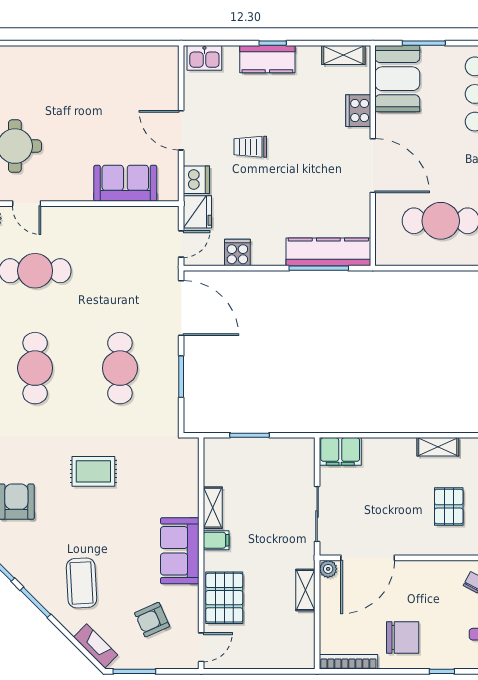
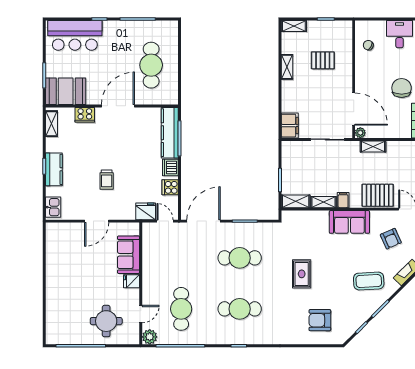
dishwasher: (196, 180) -> (170, 167), moved, turned -90
fridge: (81, 188) -> (131, 281), added
shelving: (214, 461) -> (296, 201), added

